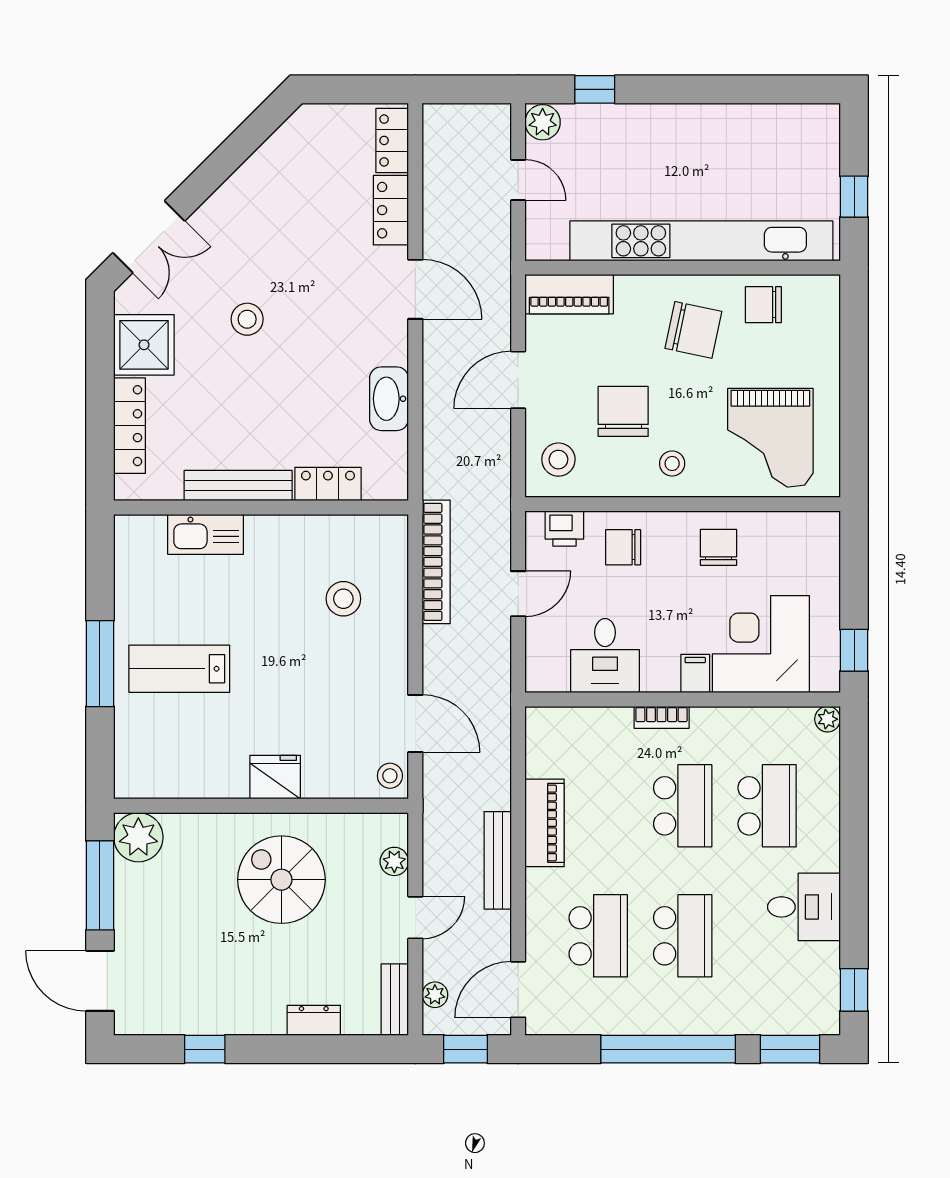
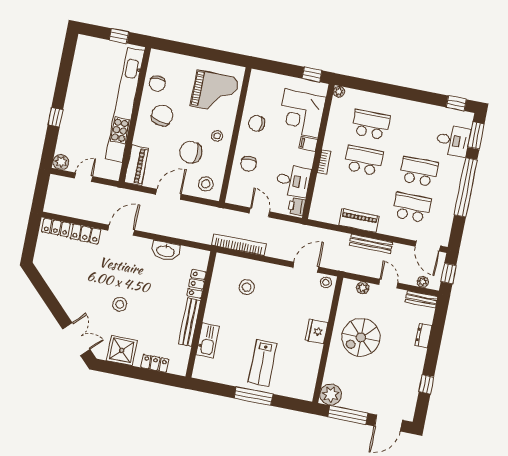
window: (595, 89) -> (55, 117), moved
door: (518, 380) -> (168, 194), swing flipped
locker: (130, 426) -> (155, 363), width x0.66
printer: (564, 528) -> (297, 206), moved, turned 180
desk: (804, 907) -> (453, 140), moved, turned 90

